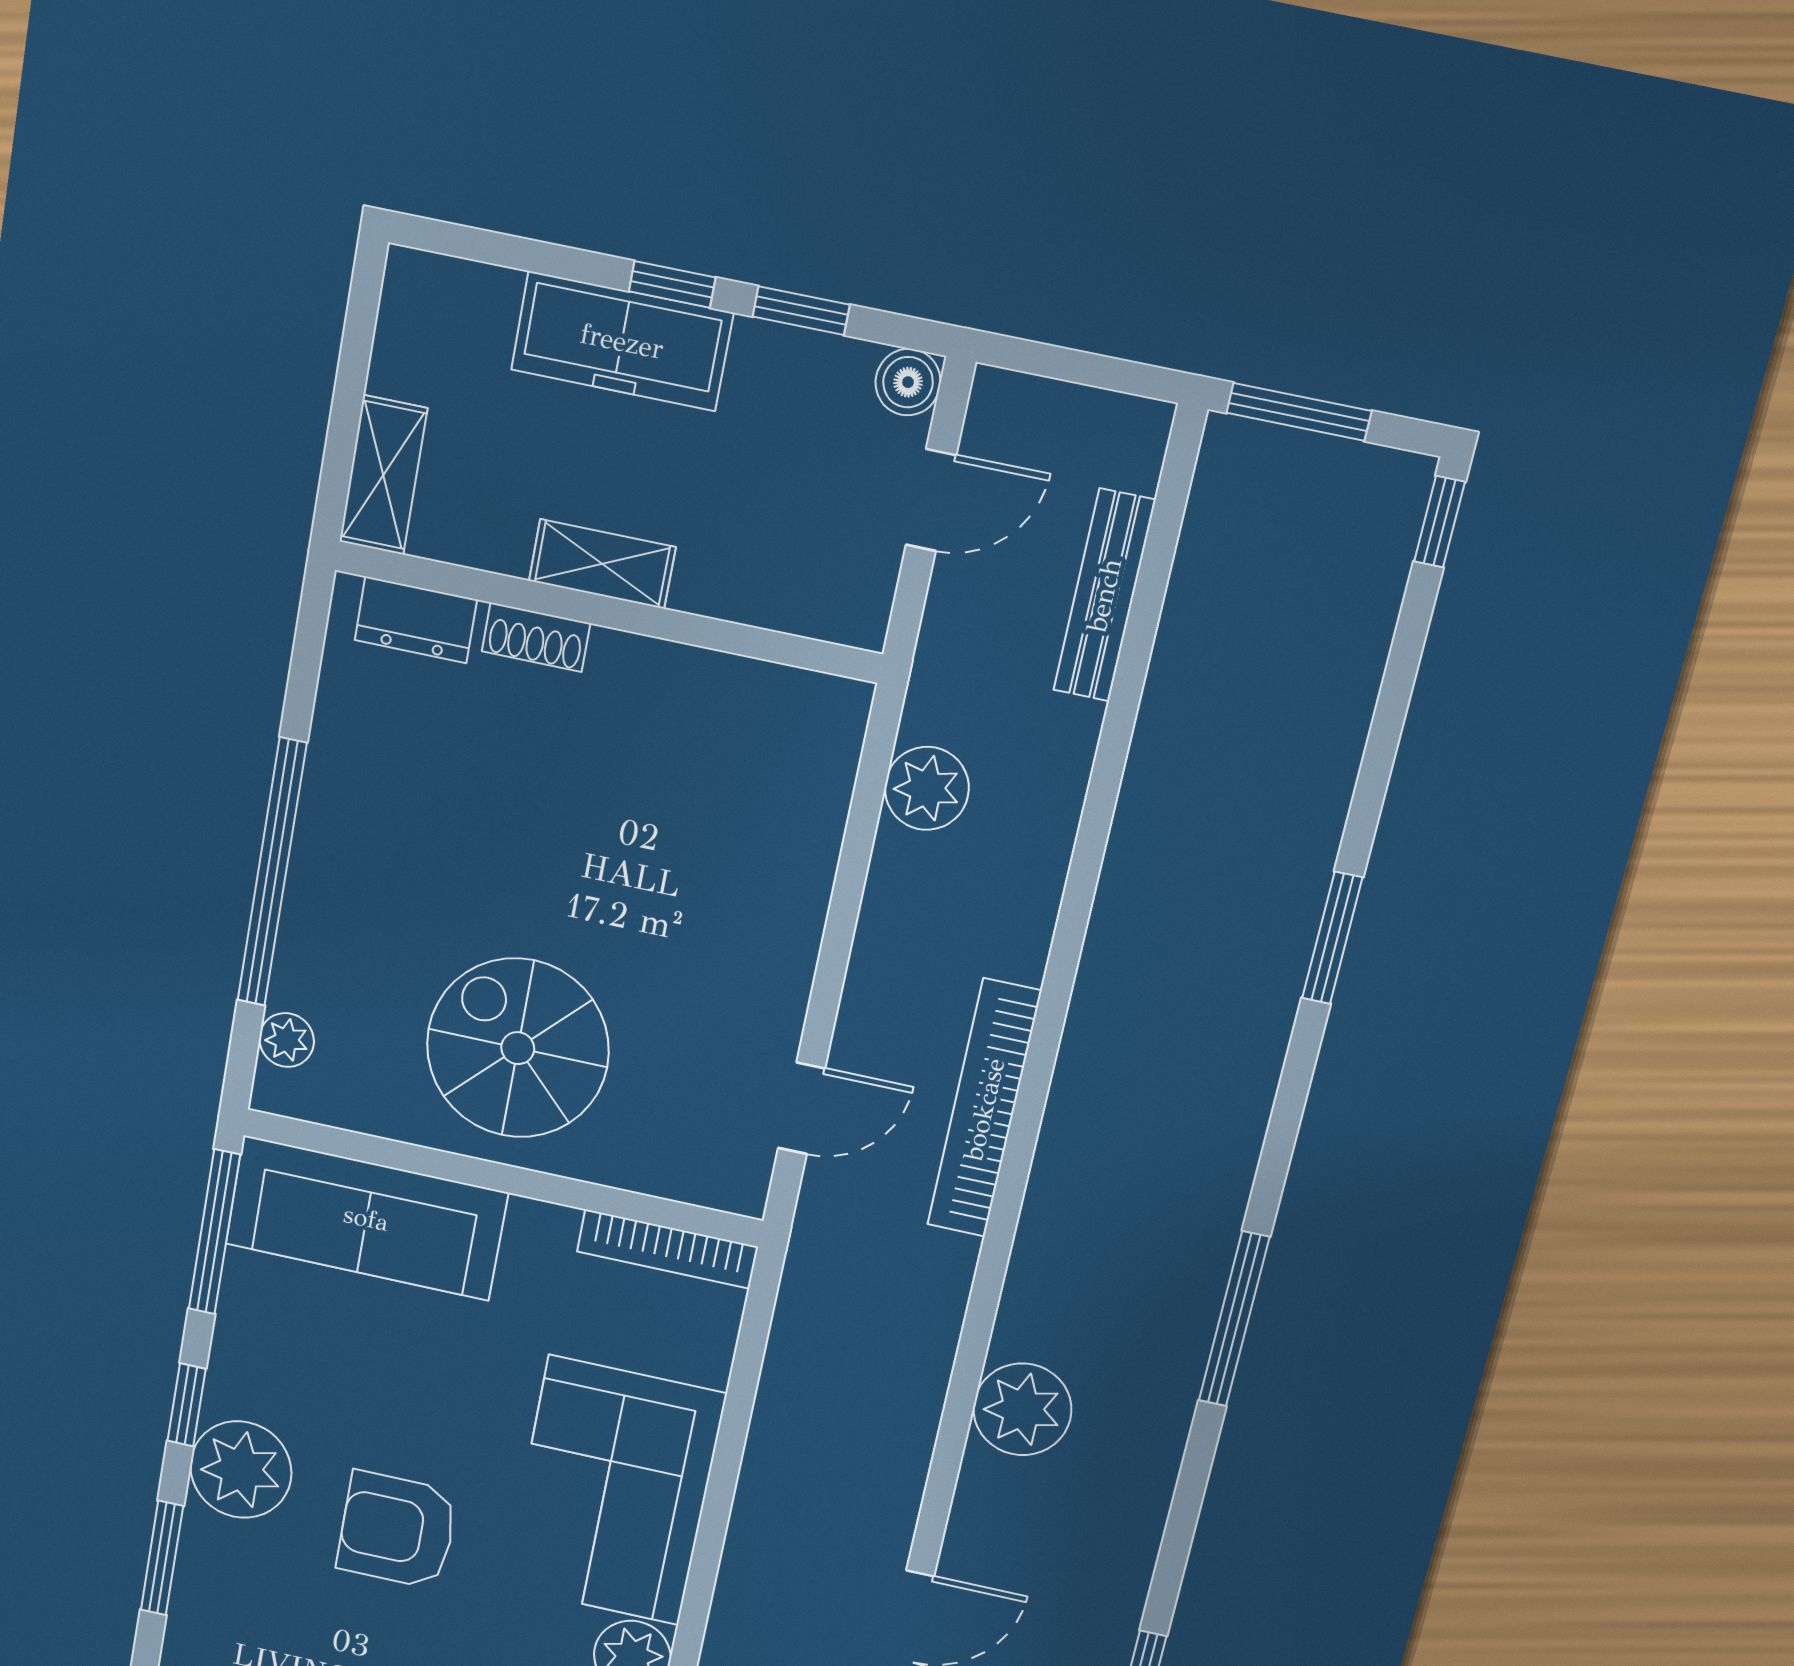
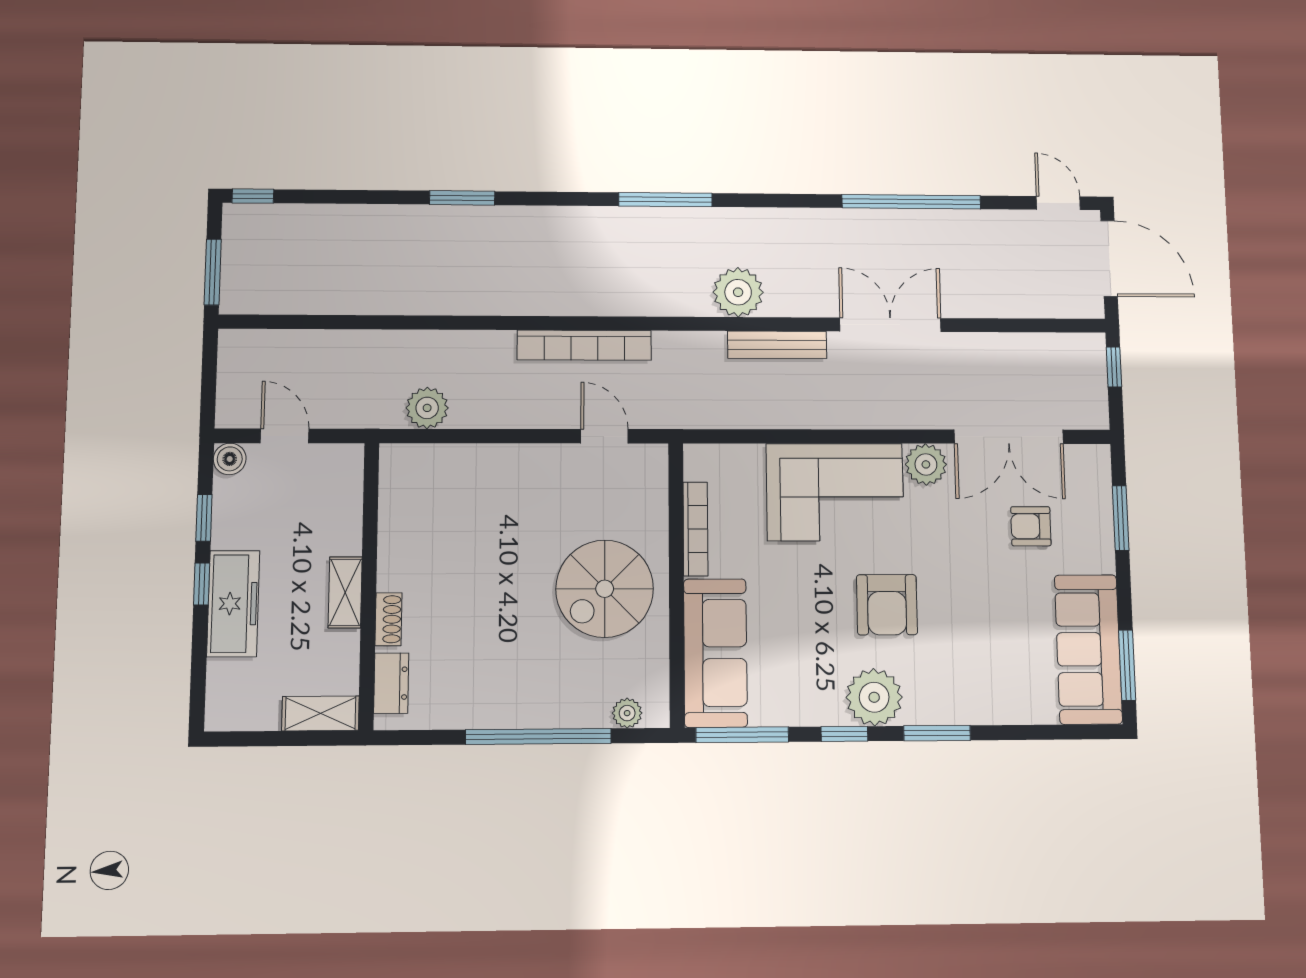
bench: (1104, 595) -> (777, 345), moved
bookcase: (667, 1249) -> (695, 529), moved

